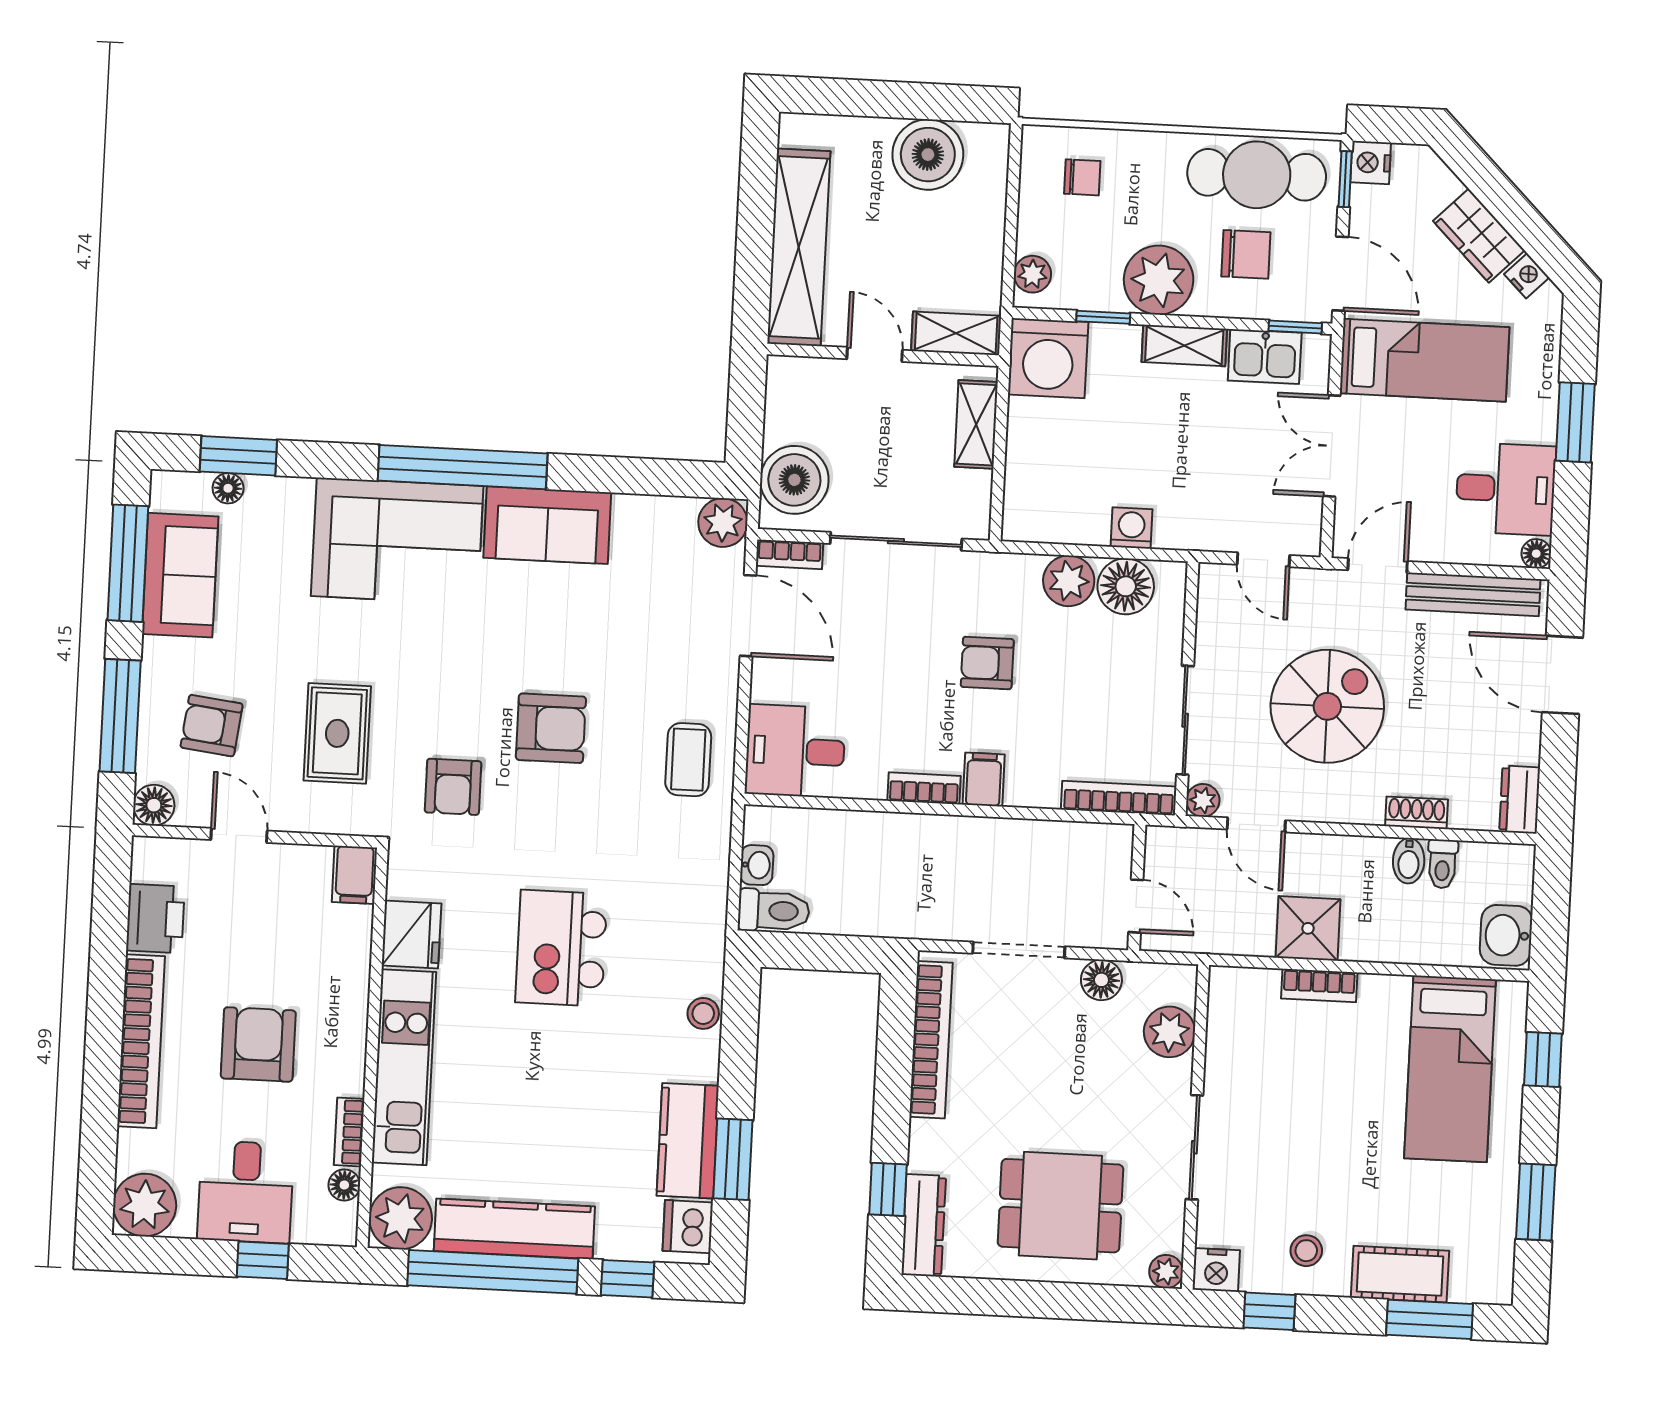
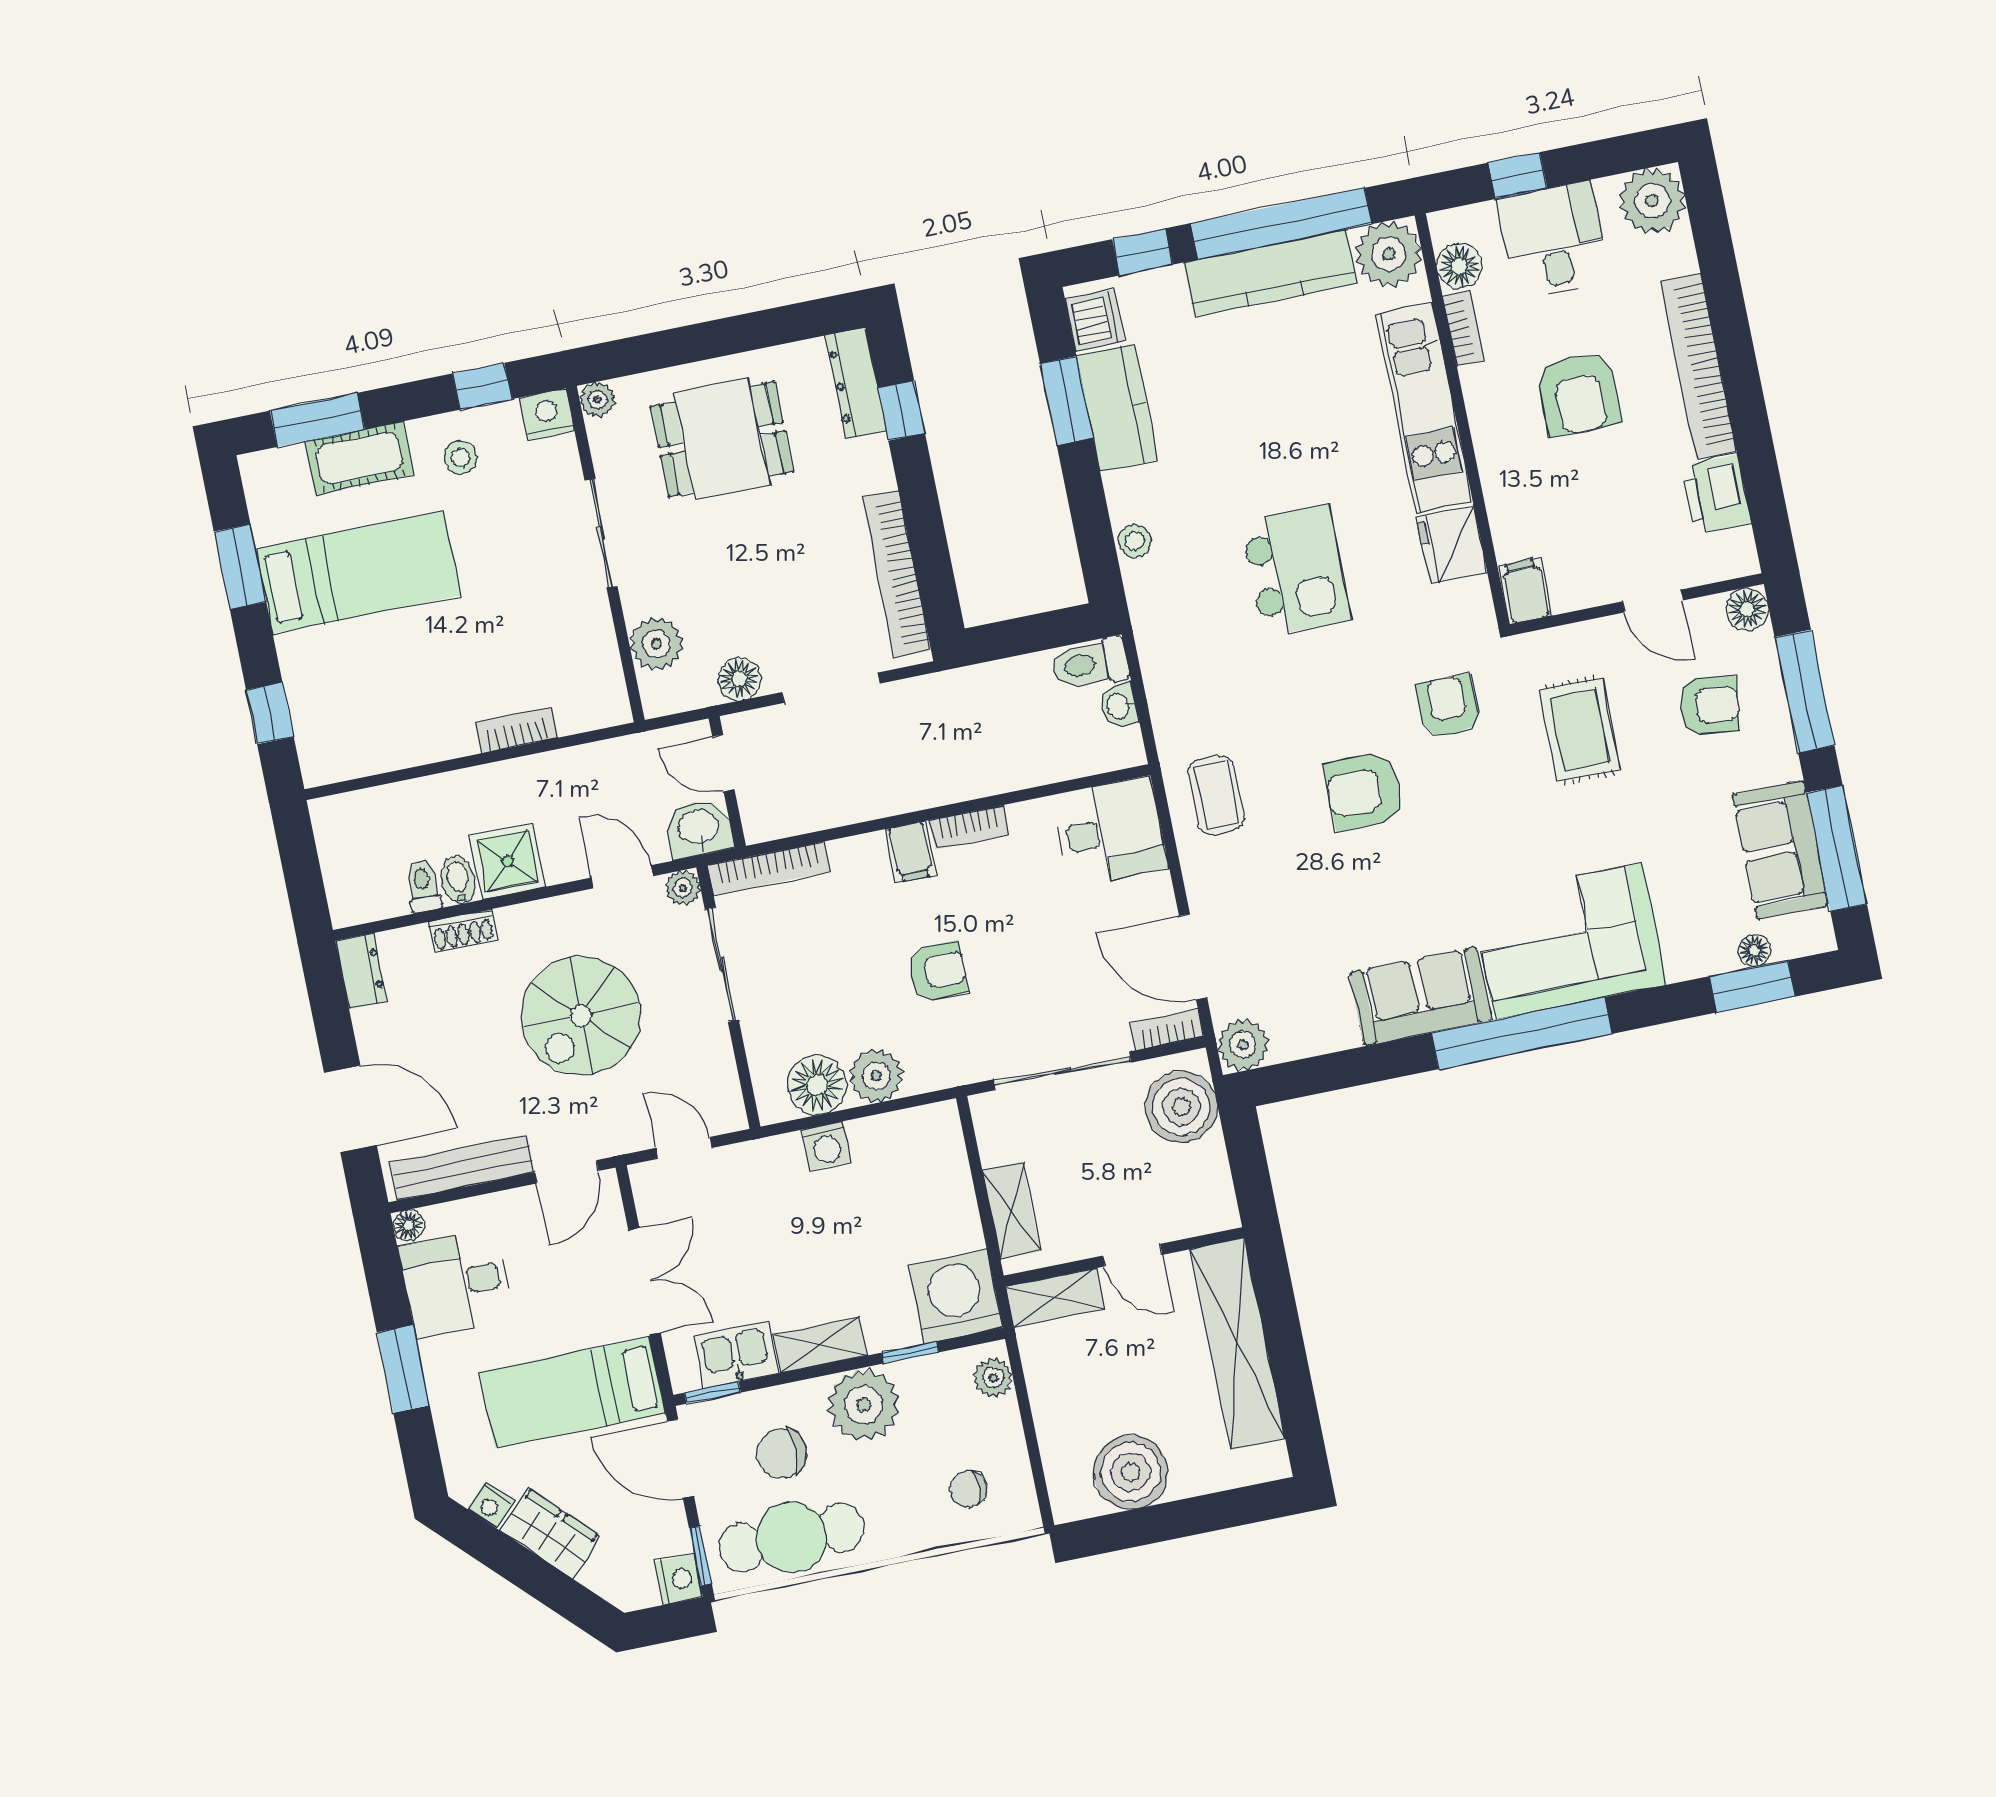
shower: (1308, 928) -> (508, 861), moved
washbasin: (1506, 935) -> (699, 828), moved, turned -90
bed: (1450, 1069) -> (358, 572), moved, turned 90
floor lamp: (344, 1185) -> (1459, 266), width x1.37, depth x1.37

